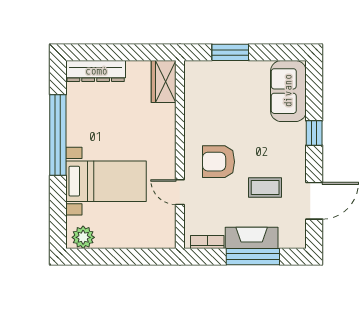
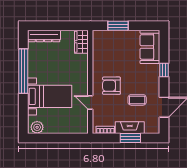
window: (253, 257) -> (130, 138), width x0.69

